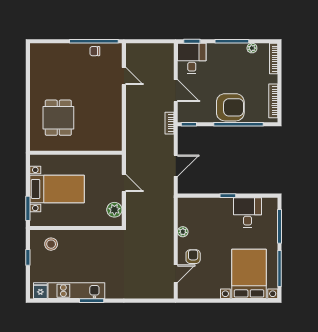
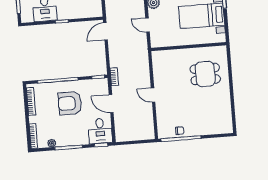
door: (124, 76) -> (153, 95), moved
armchair: (230, 107) -> (70, 103), moved
dining table: (58, 118) -> (205, 74), turned 90
door: (176, 166) -> (105, 31), moved

